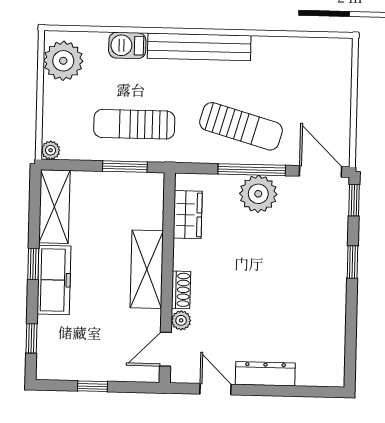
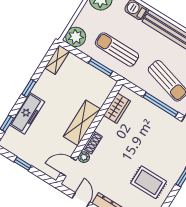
plant: (51, 150) -> (76, 37), width x1.88, depth x1.88
plant: (258, 194) -> (157, 118), removed
shelving: (54, 207) -> (57, 60), width x0.67, depth x0.75
freezer: (54, 280) -> (27, 113), moved
rug: (304, 300) -> (149, 182), added

